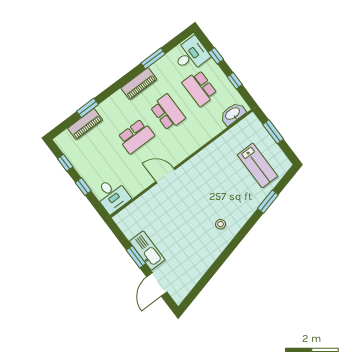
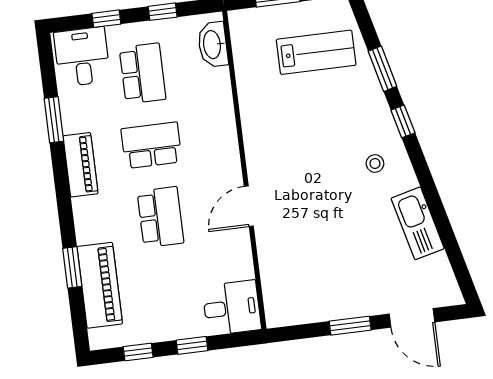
school desk: (200, 88) -> (143, 73), turned -90
piano: (85, 124) -> (100, 285), width x1.37, depth x1.33
window: (248, 226) -> (403, 121), added
kitchen sink: (147, 251) -> (418, 223), moved, turned -104

